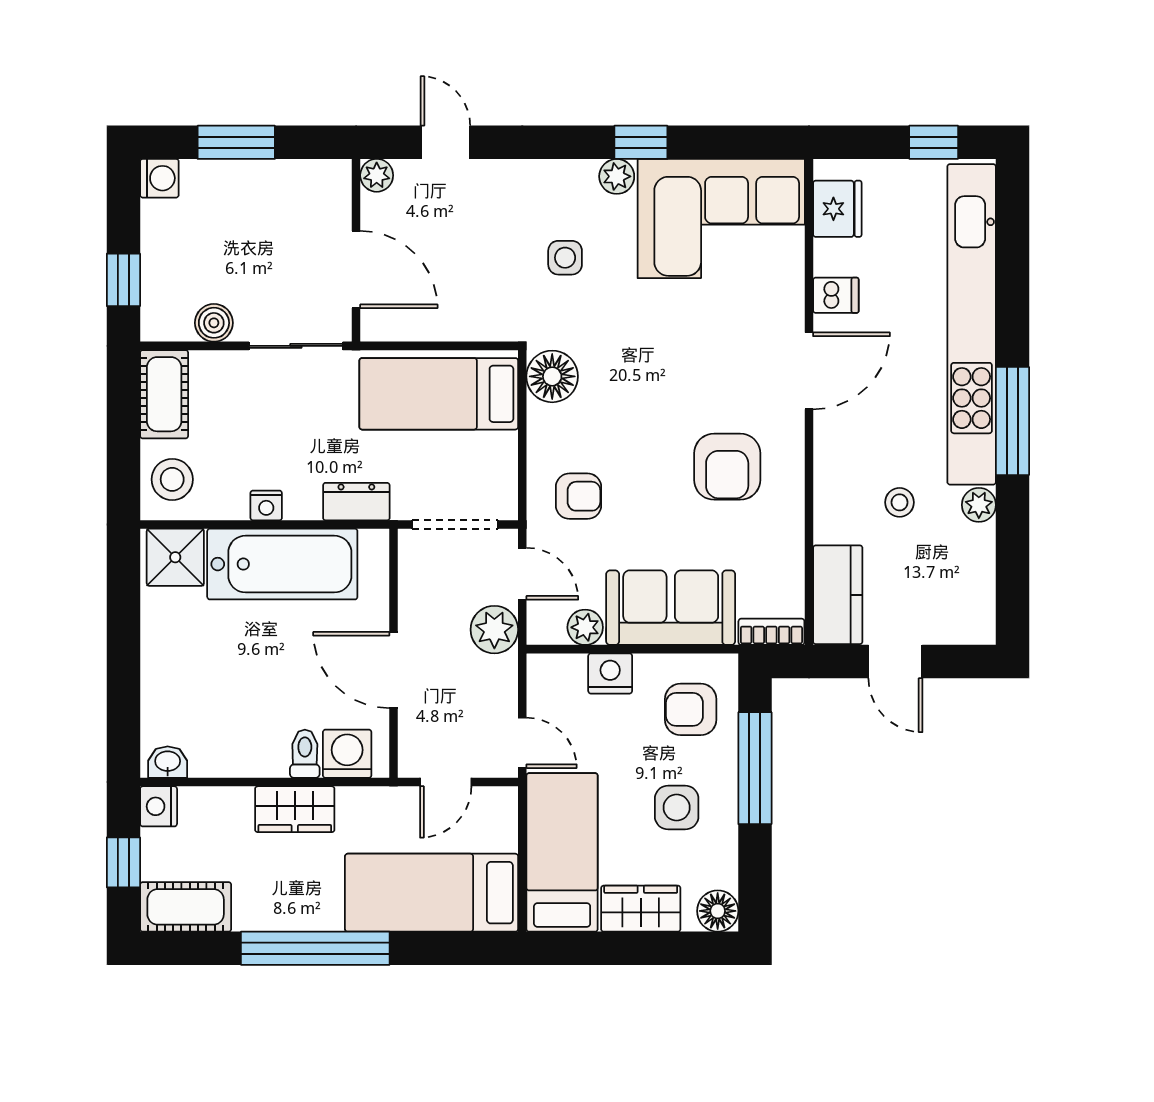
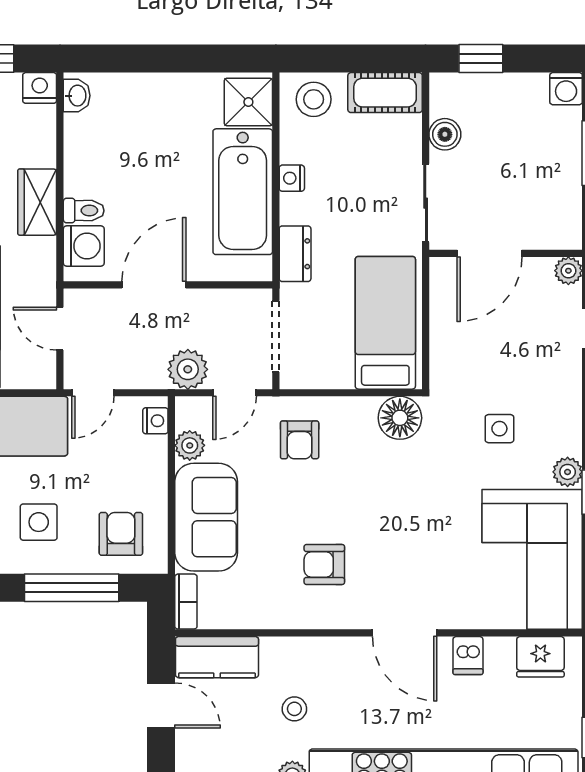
armchair: (727, 467) -> (324, 564), width x0.72, depth x0.72
door: (895, 662) -> (161, 705), swing flipped
nightstand: (610, 673) -> (155, 421), moved, width x0.72, depth x0.74

